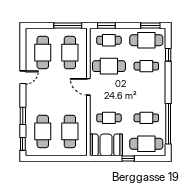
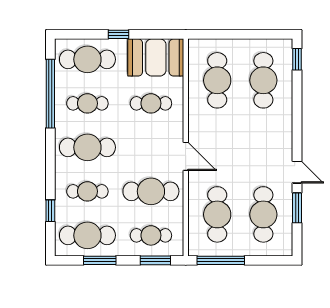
window: (150, 26) -> (100, 260), moved
door: (23, 77) -> (297, 172), swing flipped
cafe table: (146, 92) -> (87, 147), added
window: (23, 116) -> (297, 208), moved

